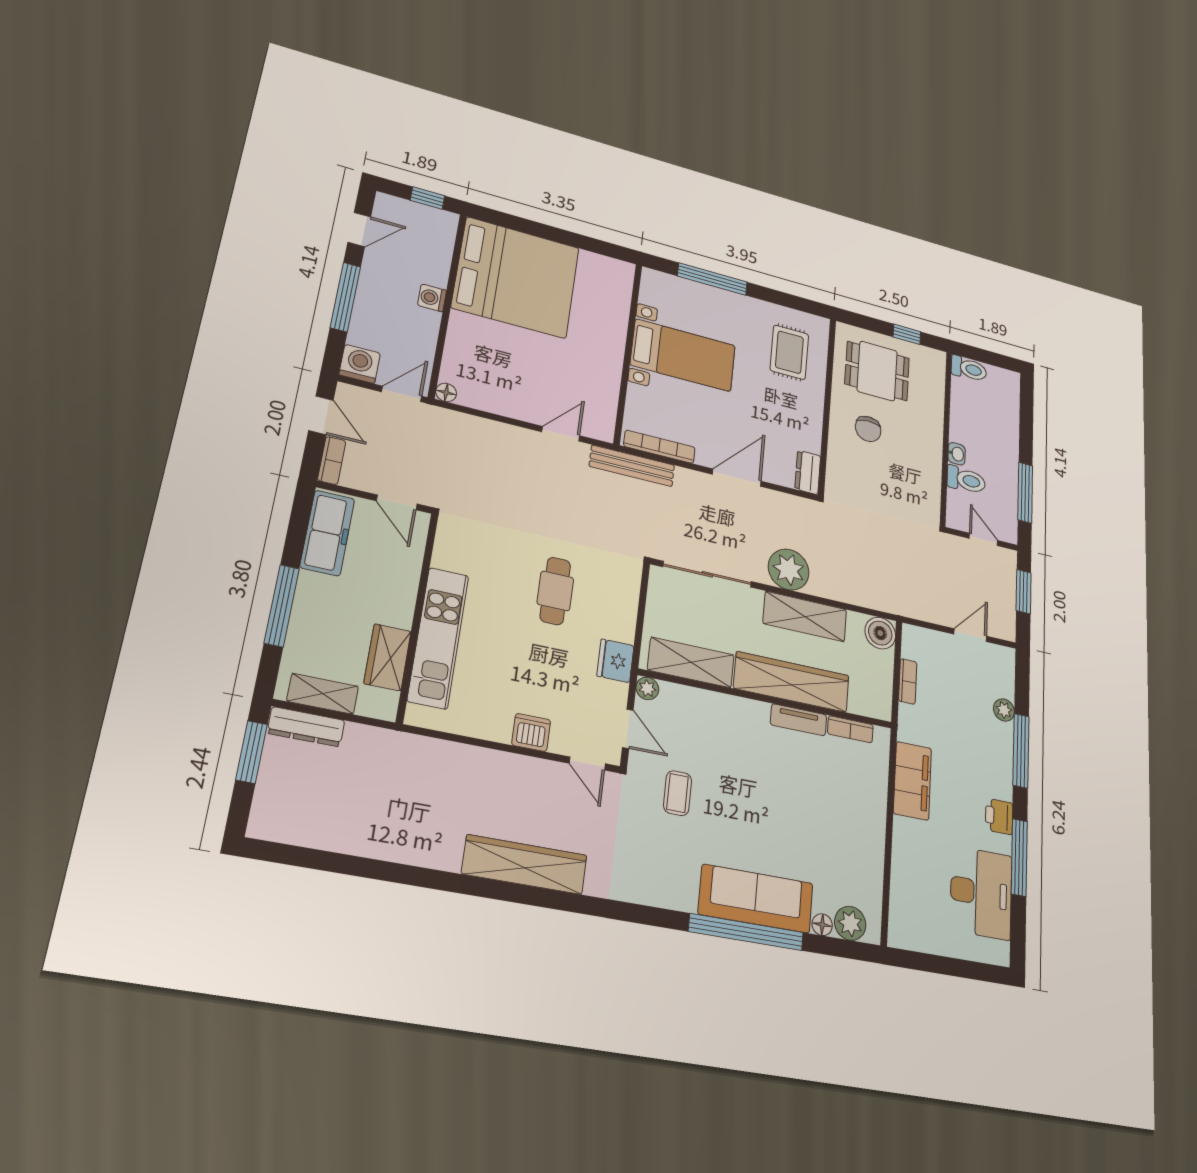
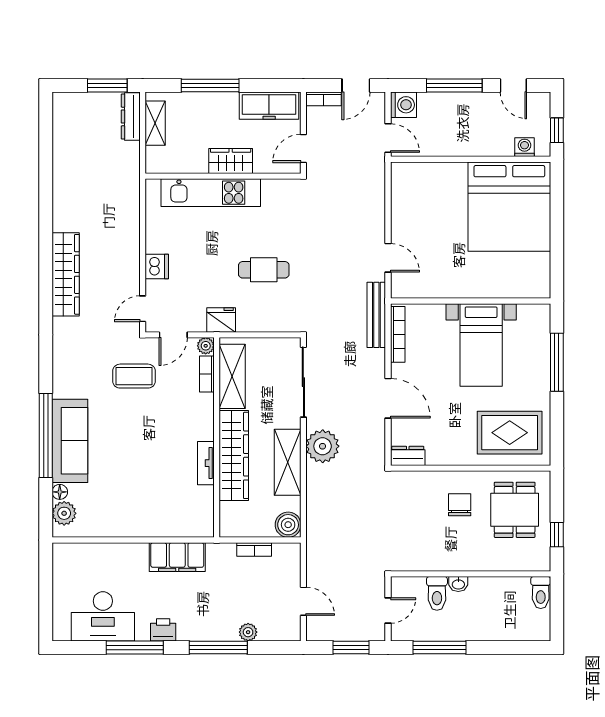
washing machine: (432, 298) -> (524, 147), moved
rug: (789, 352) -> (510, 433), width x1.36, depth x1.43
floor lamp: (446, 392) -> (398, 169), removed
chair: (868, 429) -> (460, 505), turned 90
wardrobe: (388, 657) -> (231, 161), moved
bookcase: (850, 729) -> (207, 374), moved
coffee table: (678, 793) -> (134, 376), width x1.36, depth x1.30

